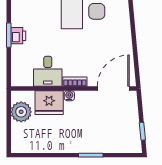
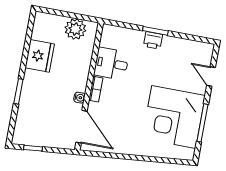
water cooler: (69, 96) -> (79, 98), moved
fridge: (49, 103) -> (40, 56), moved, turned 180

